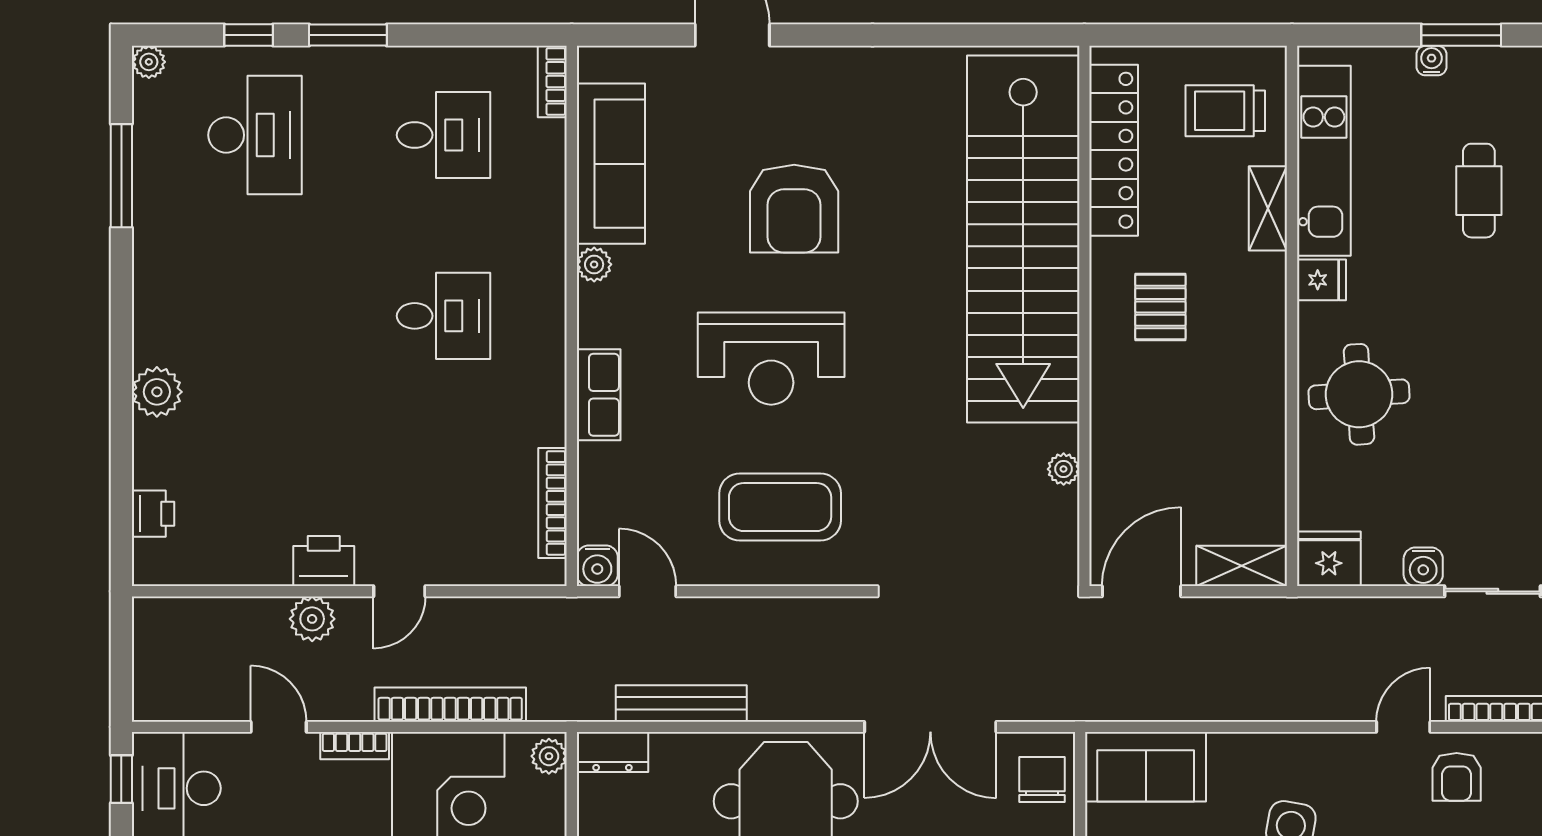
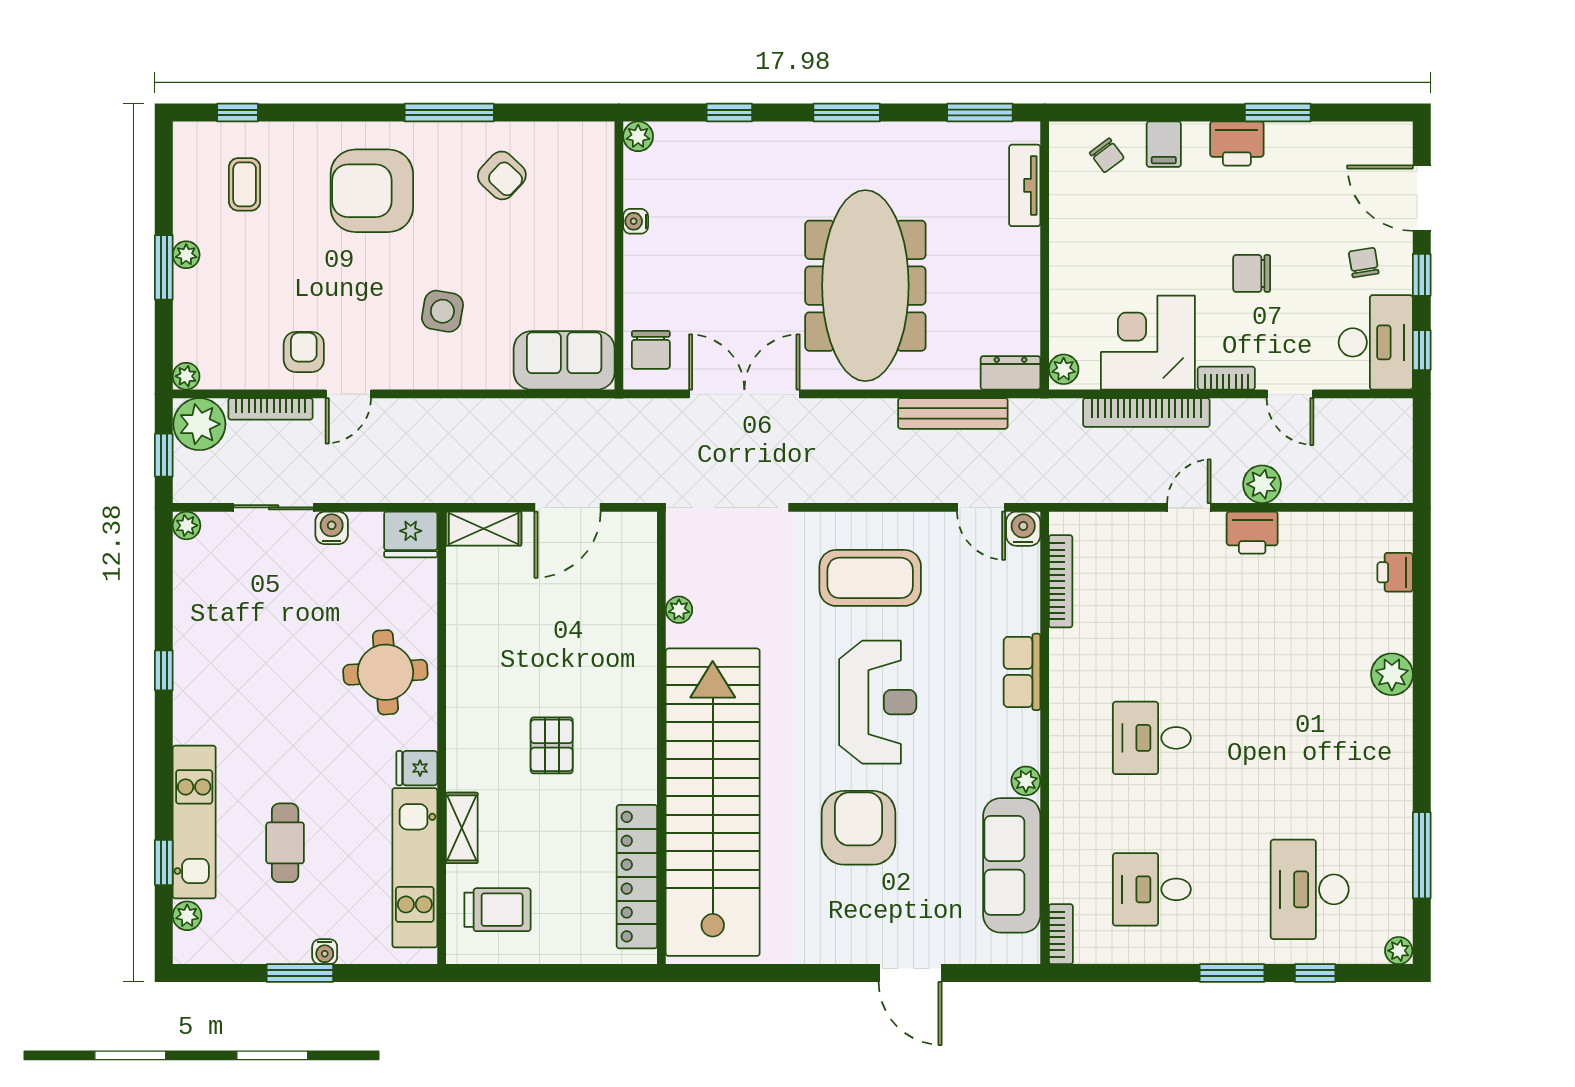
locker: (1114, 150) -> (637, 877), moved
stairs: (1023, 239) -> (713, 802), moved
wall: (1084, 316) -> (661, 738), moved
reception desk: (771, 359) -> (878, 702), turned 90
plant: (1064, 469) -> (679, 610), moved

